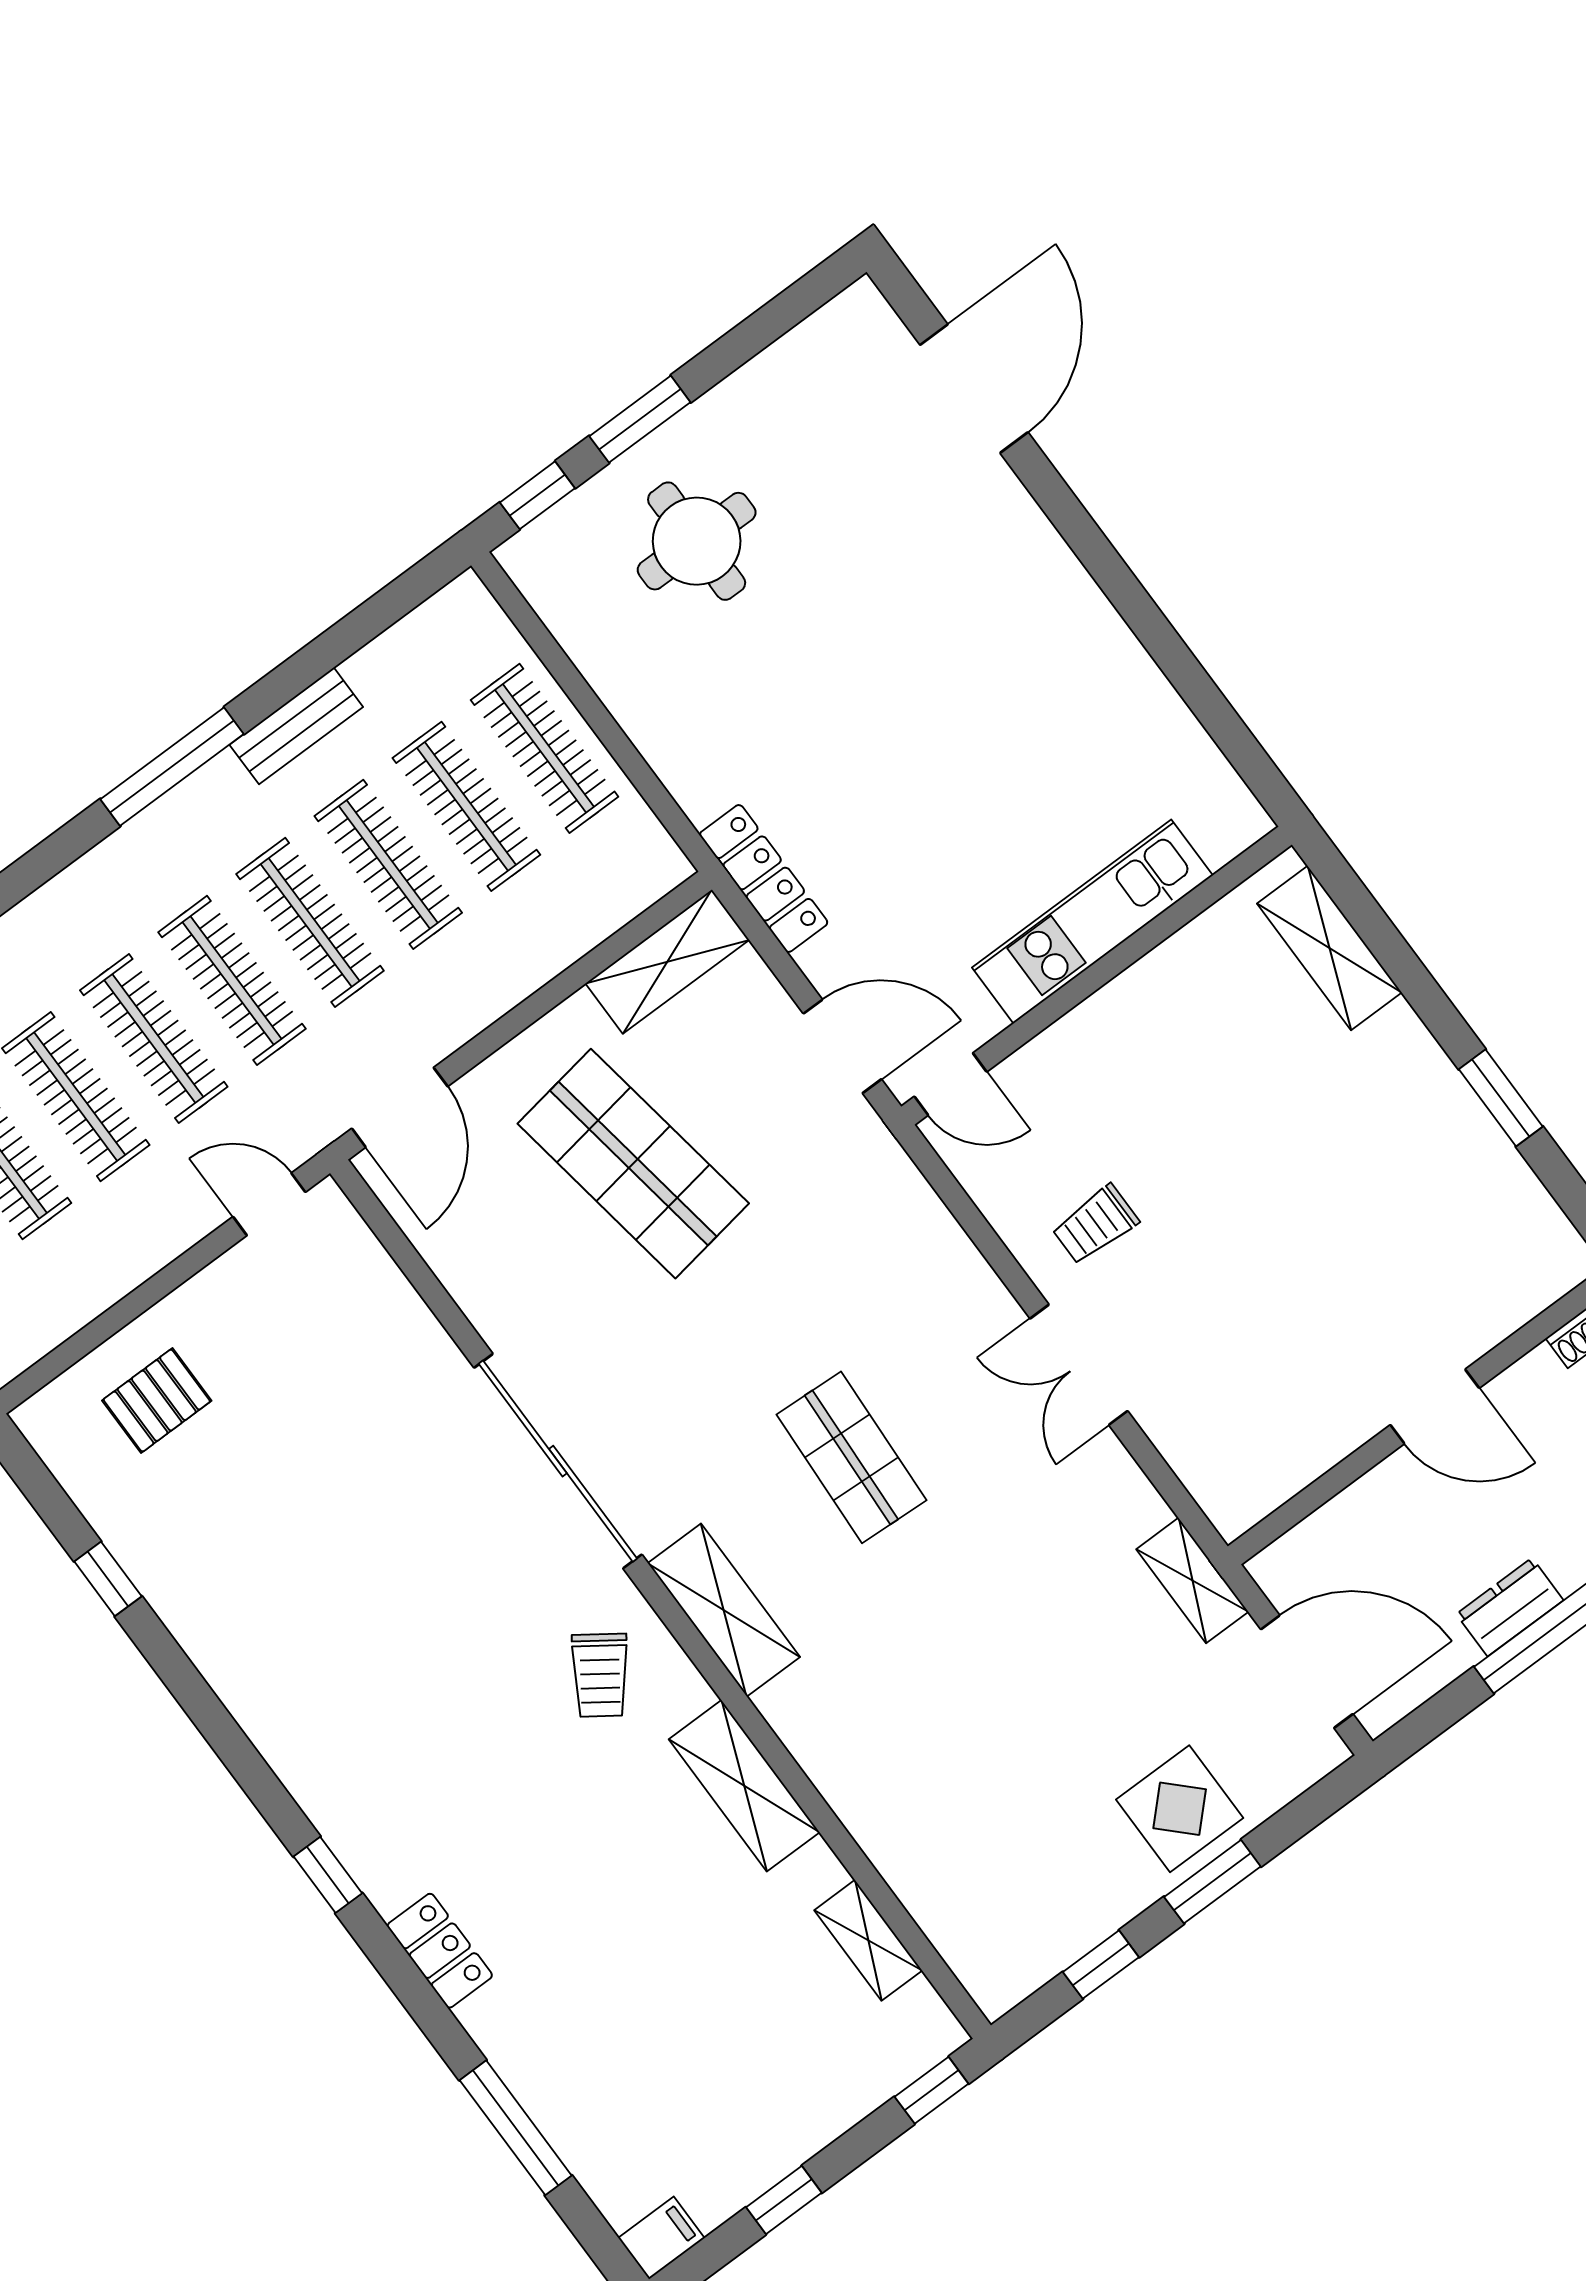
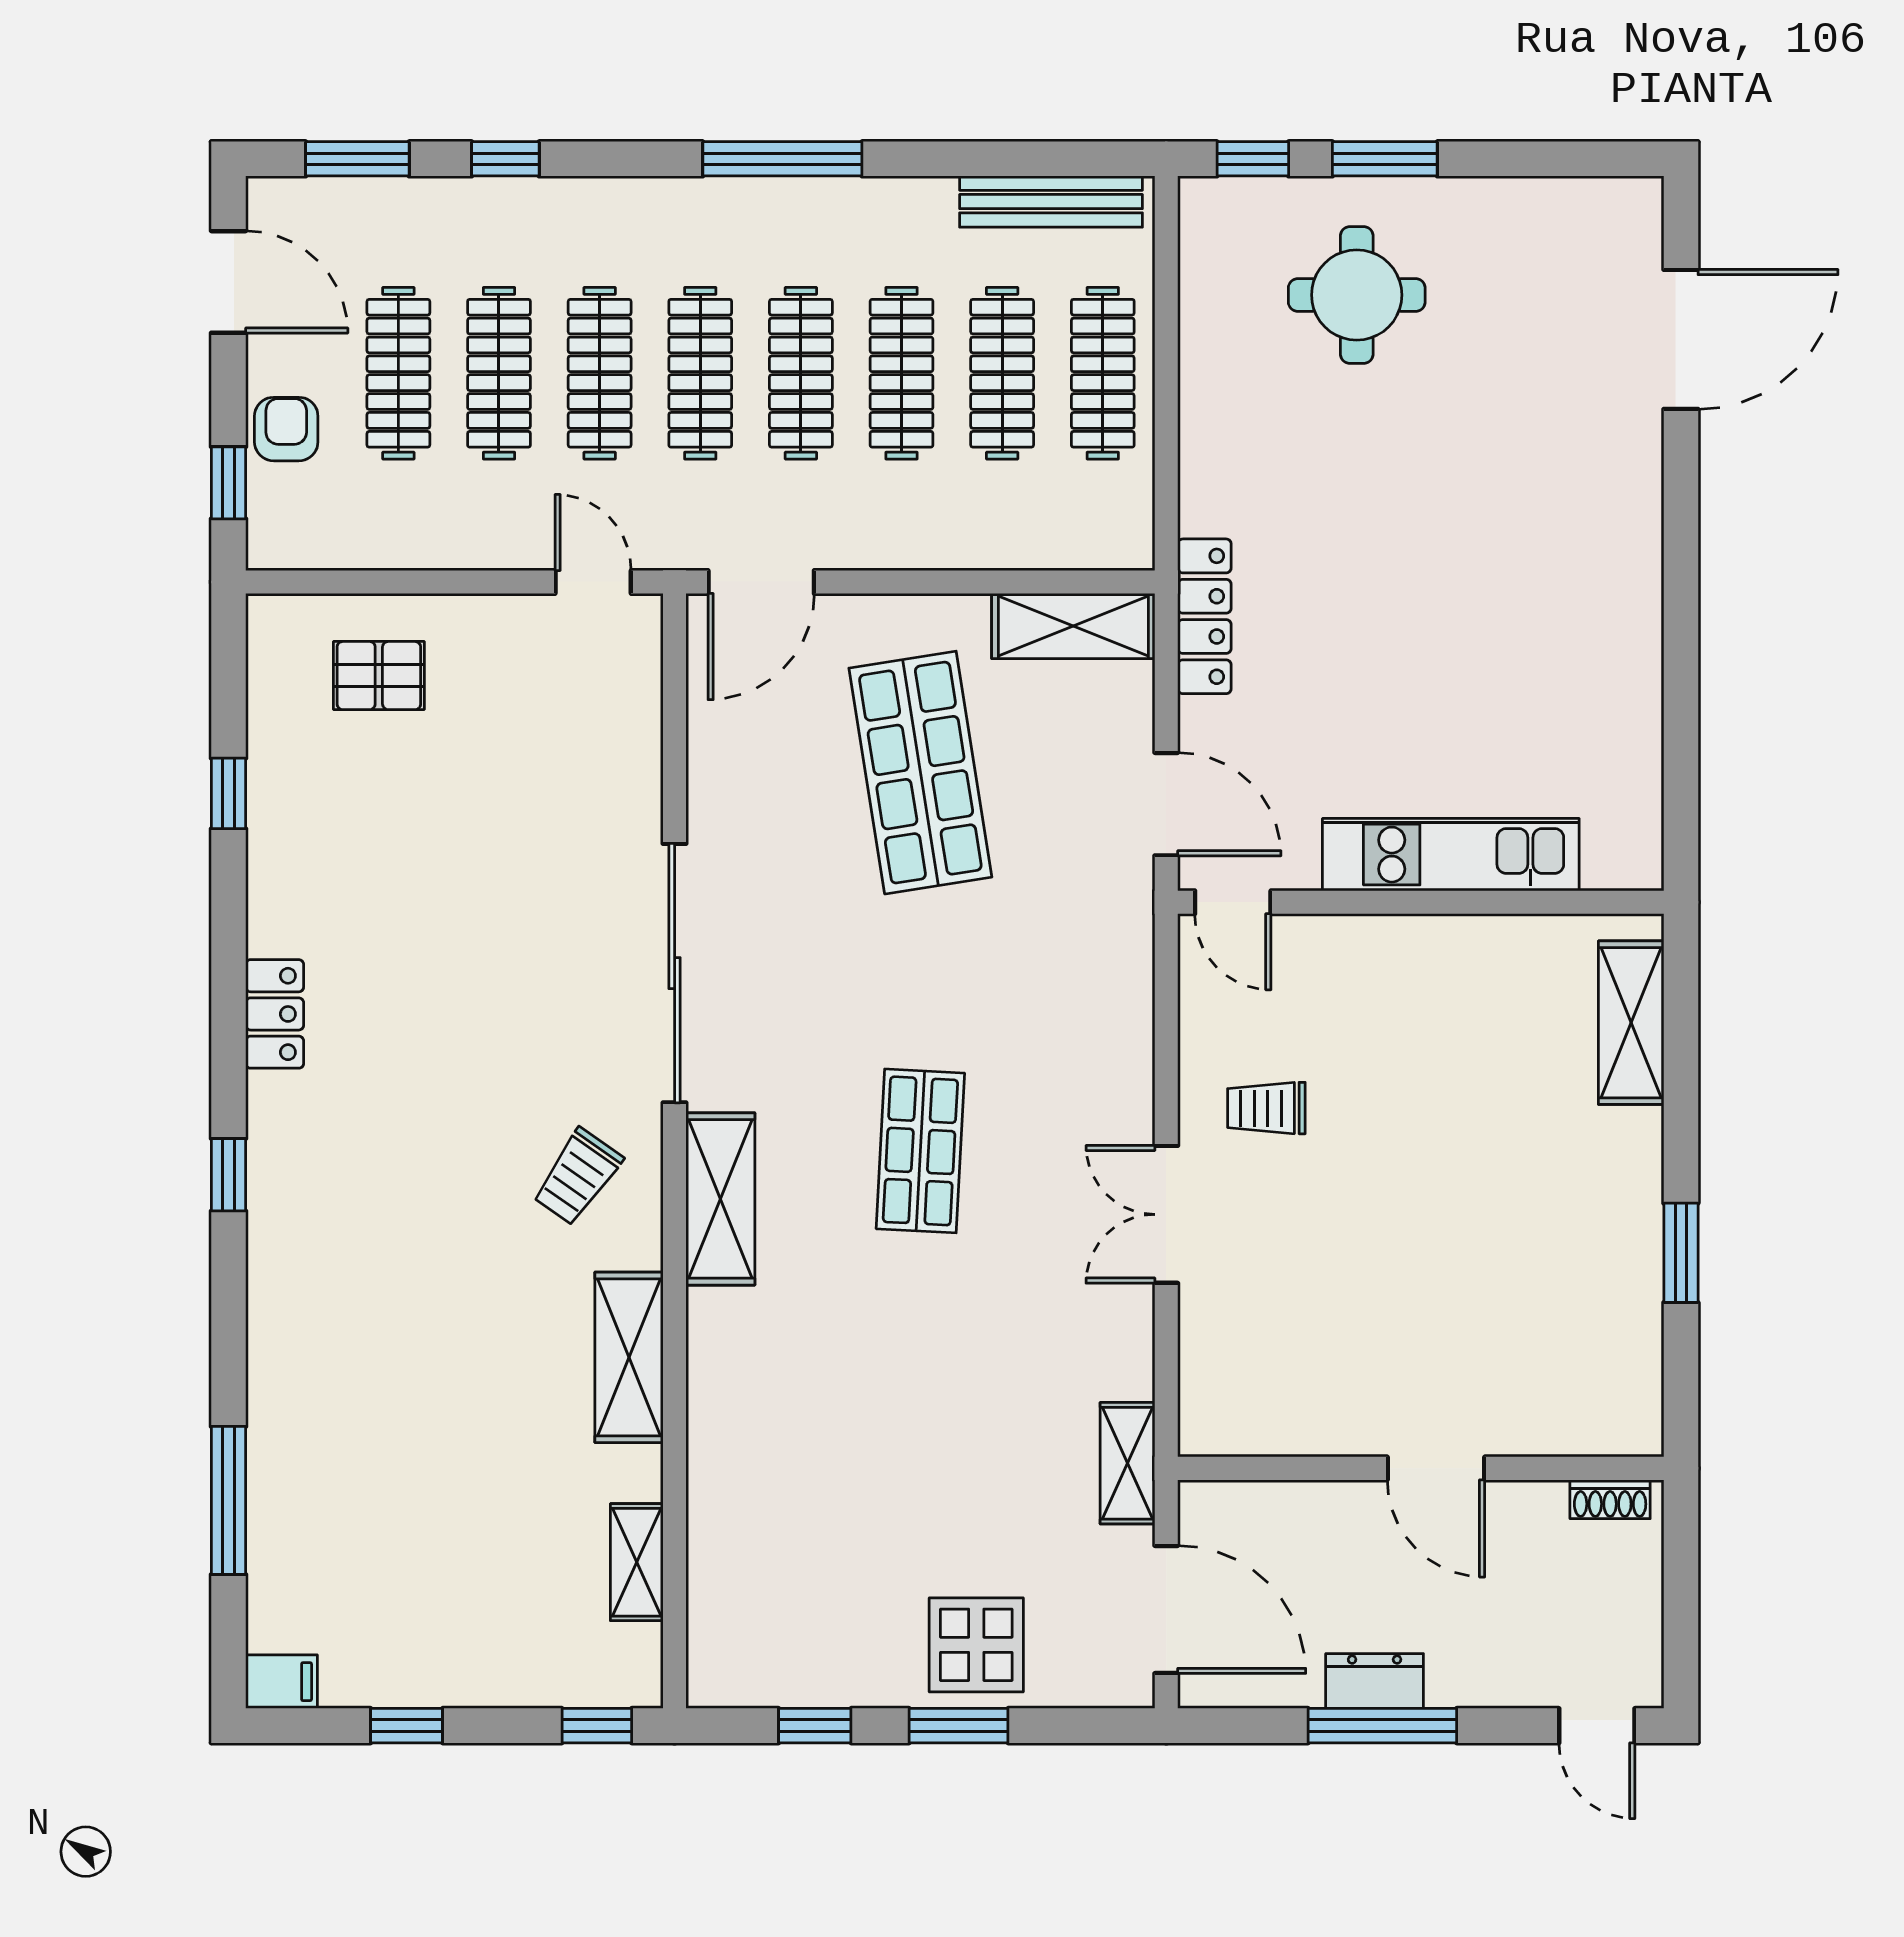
bench: (296, 726) -> (1051, 202), moved, width x1.36
locker: (440, 1951) -> (275, 1014), moved

